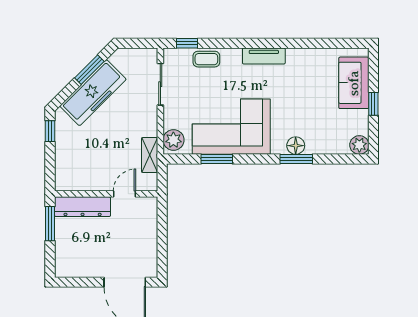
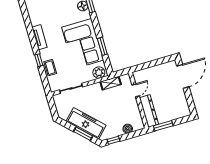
window: (187, 43) -> (39, 60), moved
window: (89, 70) -> (83, 134), moved
boiler: (63, 161) -> (128, 129), added
door: (124, 194) -> (136, 90), swing flipped

